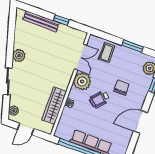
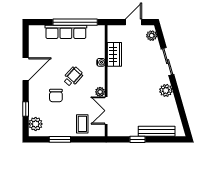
plant: (82, 81) -> (100, 92), width x0.53, depth x0.53
wardrobe: (54, 106) -> (114, 54), width x0.67

